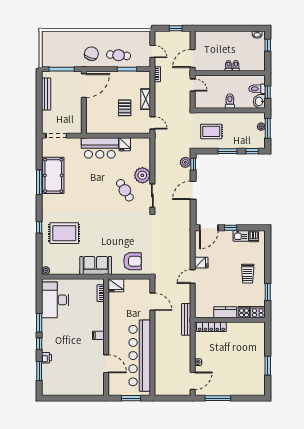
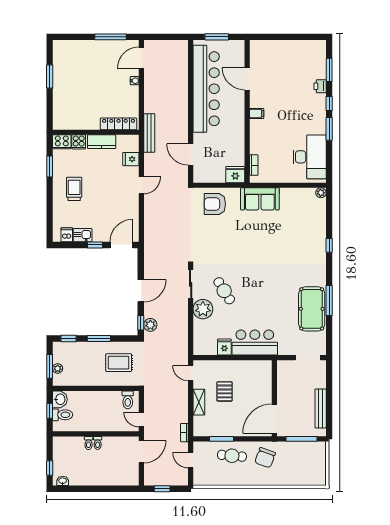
toilet: (230, 101) -> (128, 400), moved
rug: (64, 233) -> (298, 238), removed
fridge: (201, 263) -> (131, 159), moved

